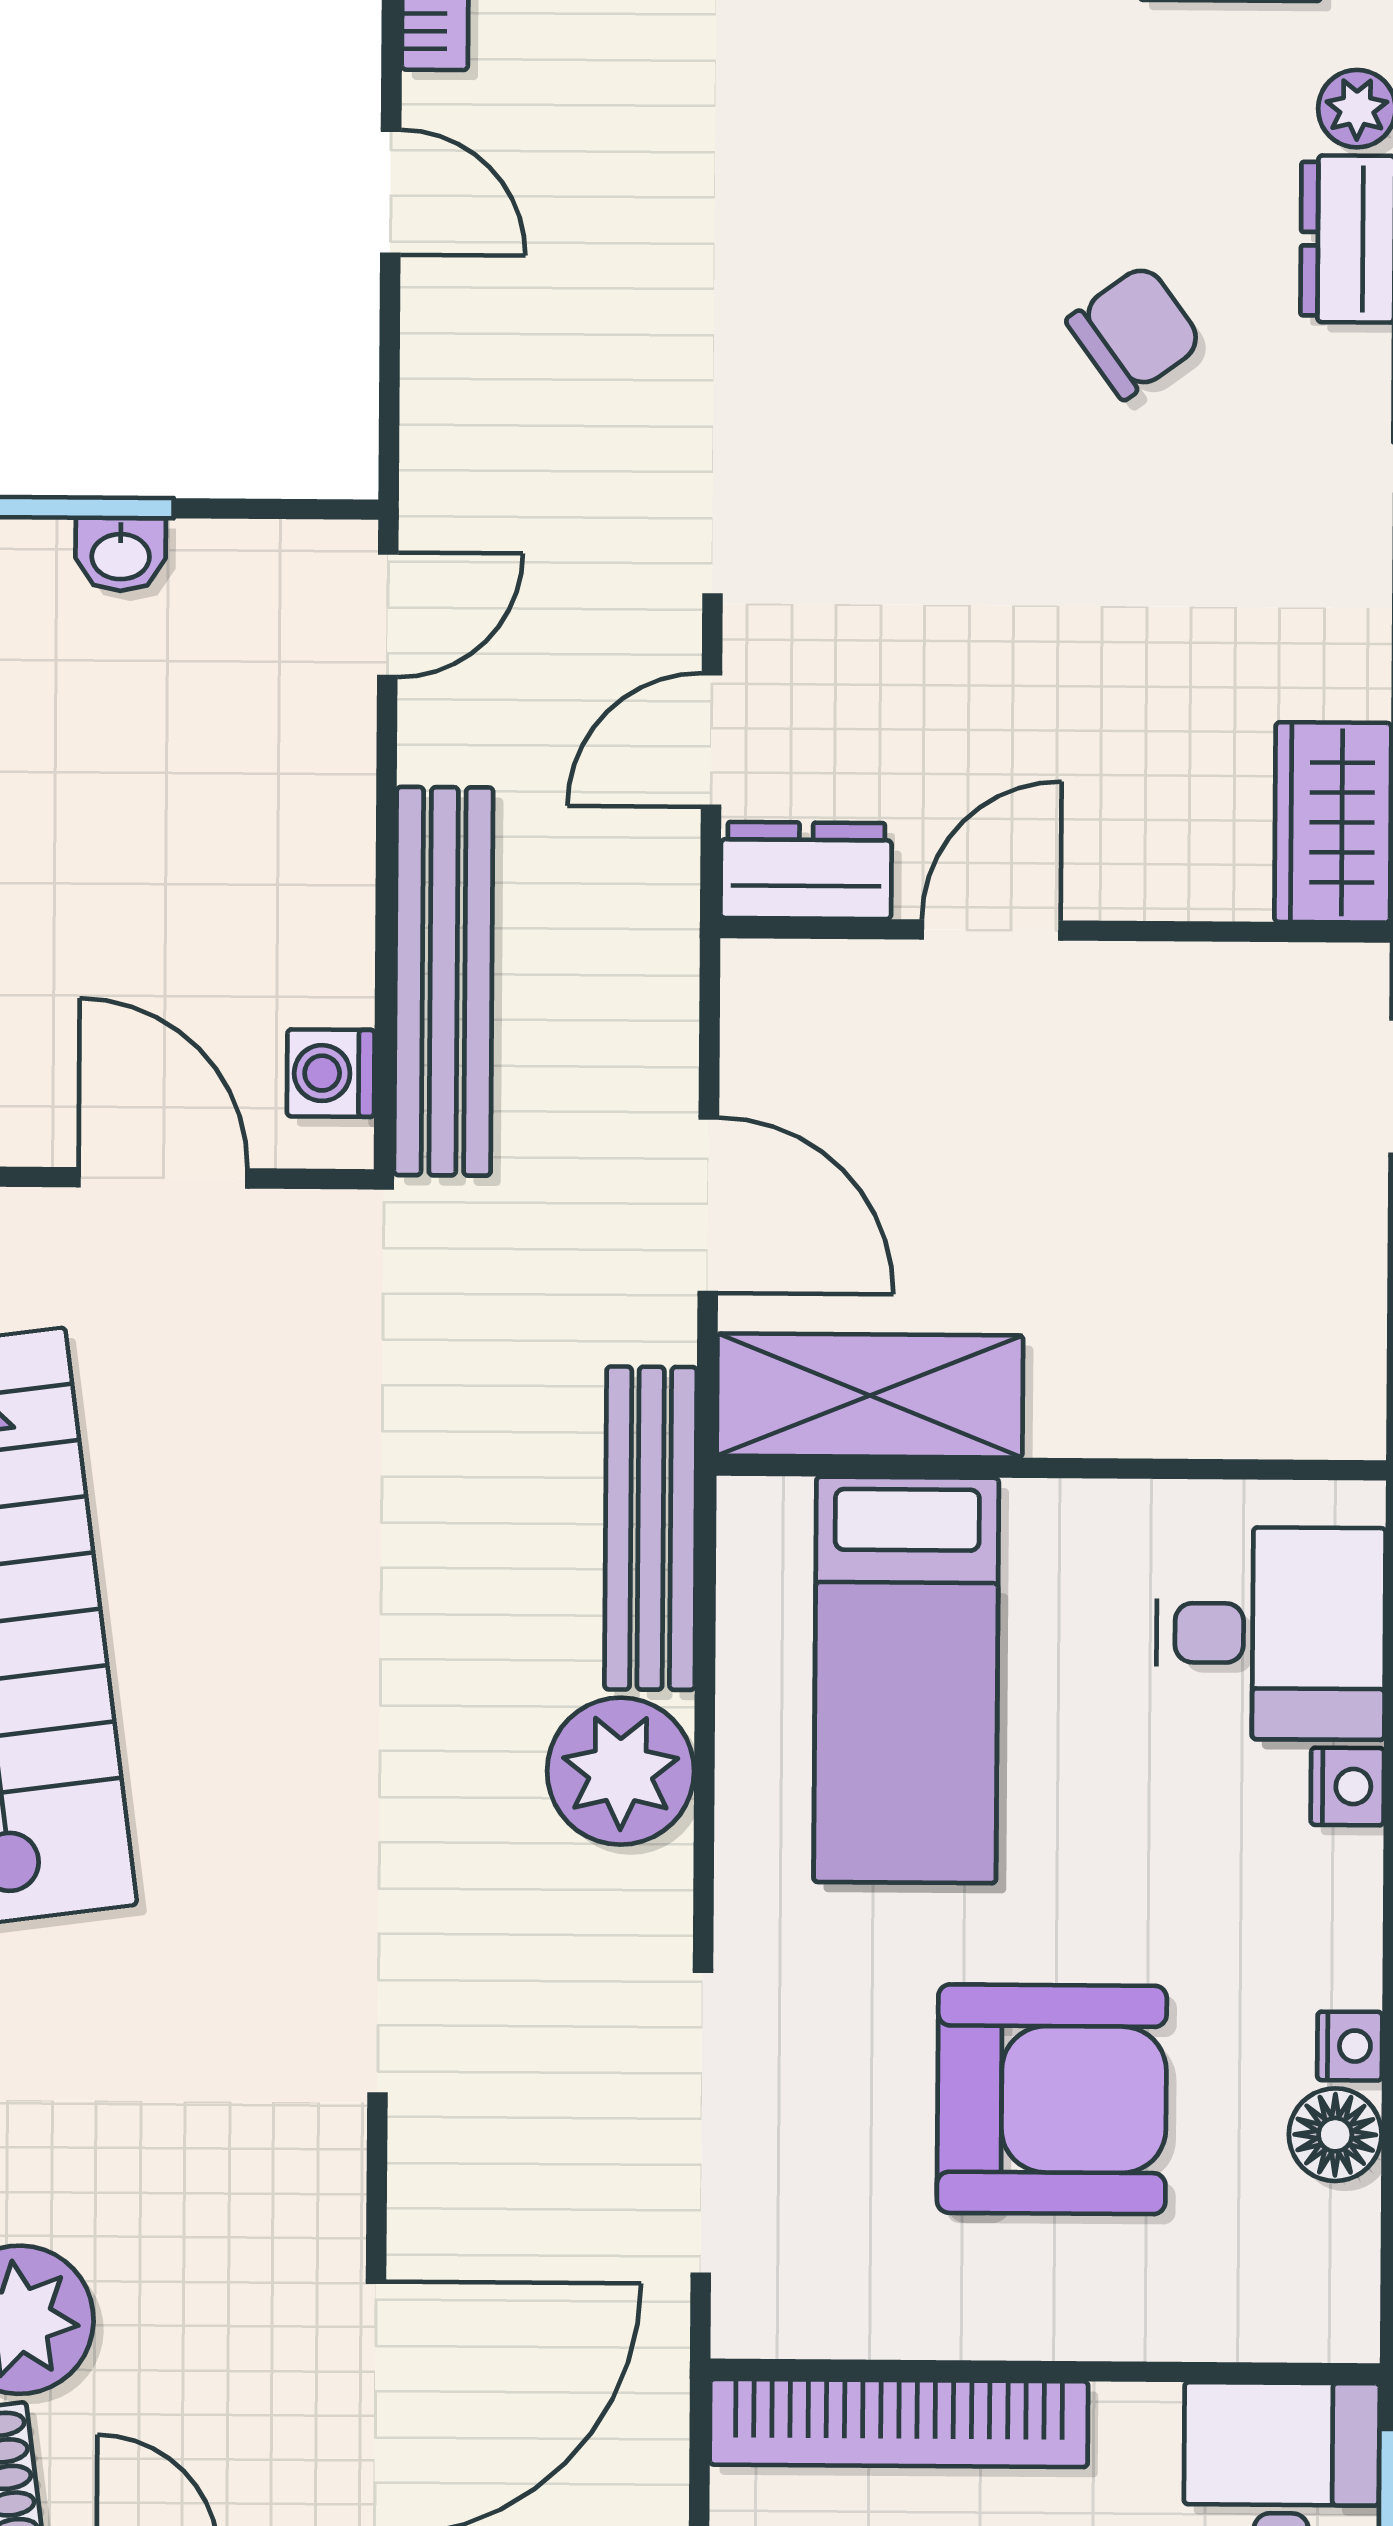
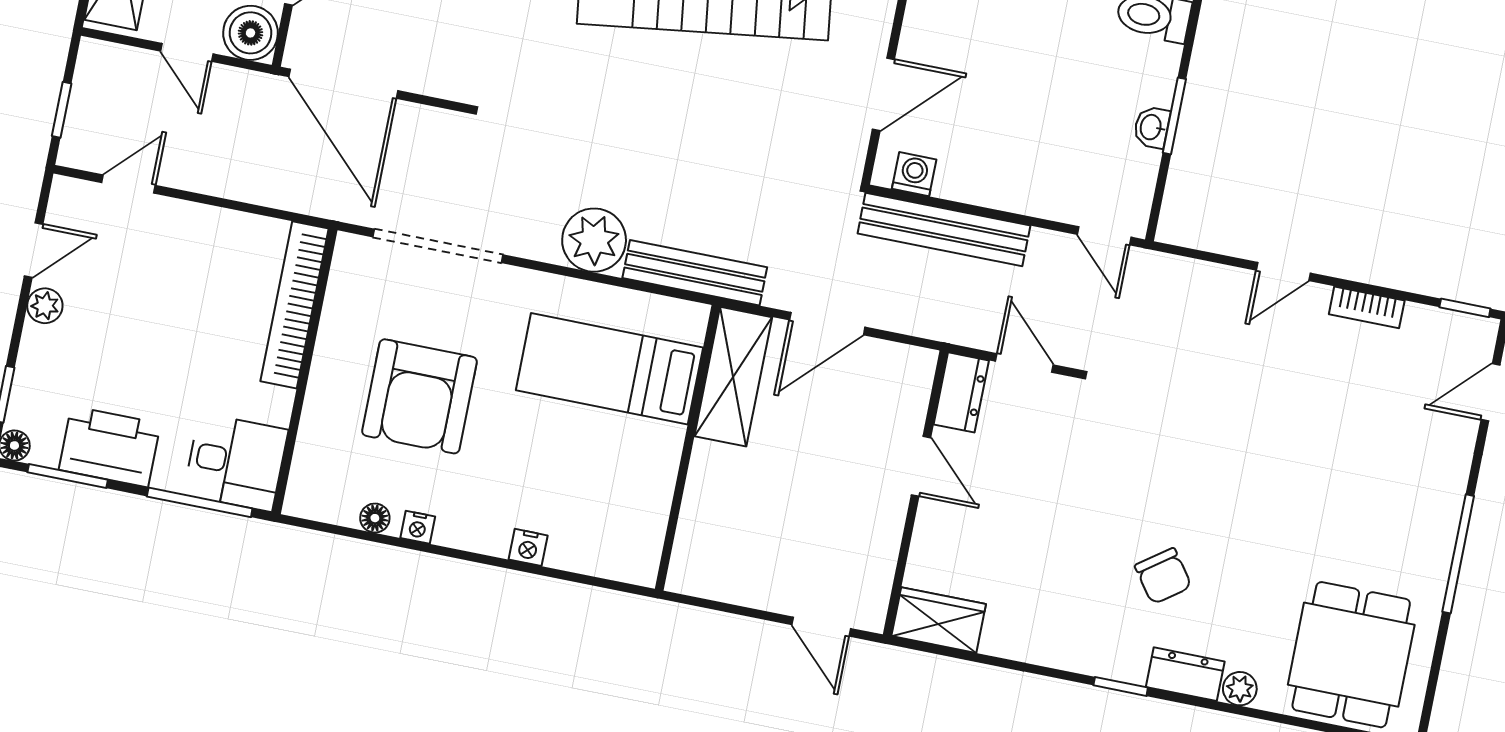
desk: (1271, 1633) -> (599, 527), removed
floor lamp: (1335, 2135) -> (375, 518), width x0.73, depth x0.73

